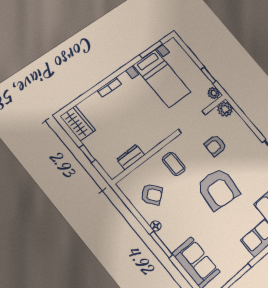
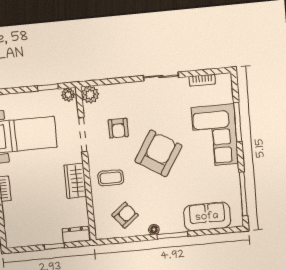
wardrobe: (78, 123) -> (75, 181), moved, turned -90
dresser: (131, 157) -> (76, 235), moved, turned 90
armchair: (218, 189) -> (158, 153), turned -64

